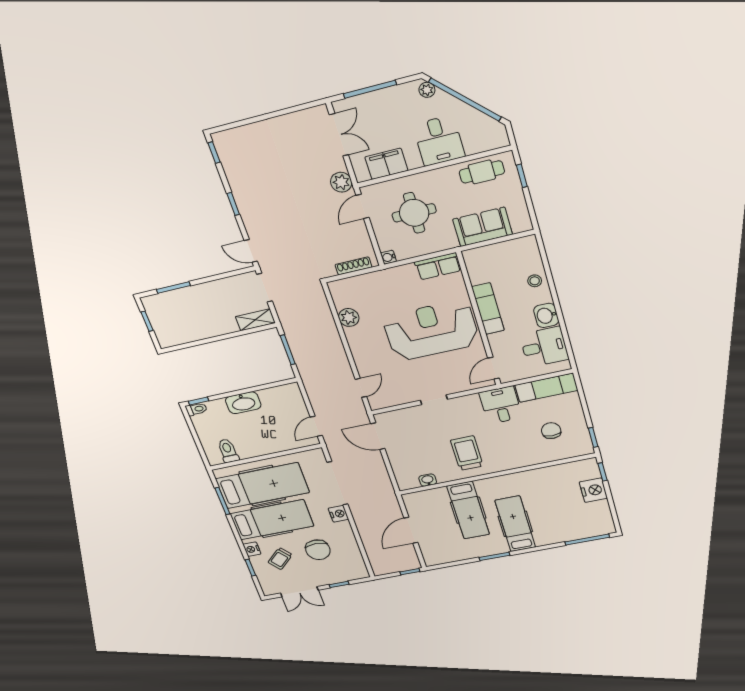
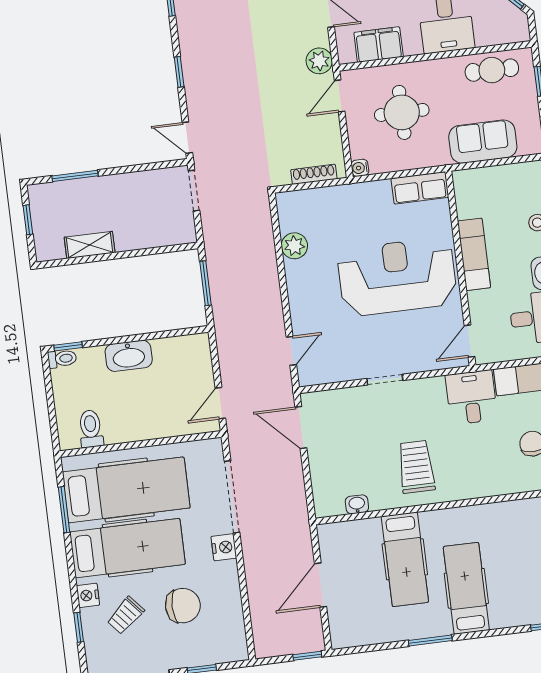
shelving: (255, 320) -> (90, 245), moved
chair: (318, 550) -> (183, 606), turned -90

